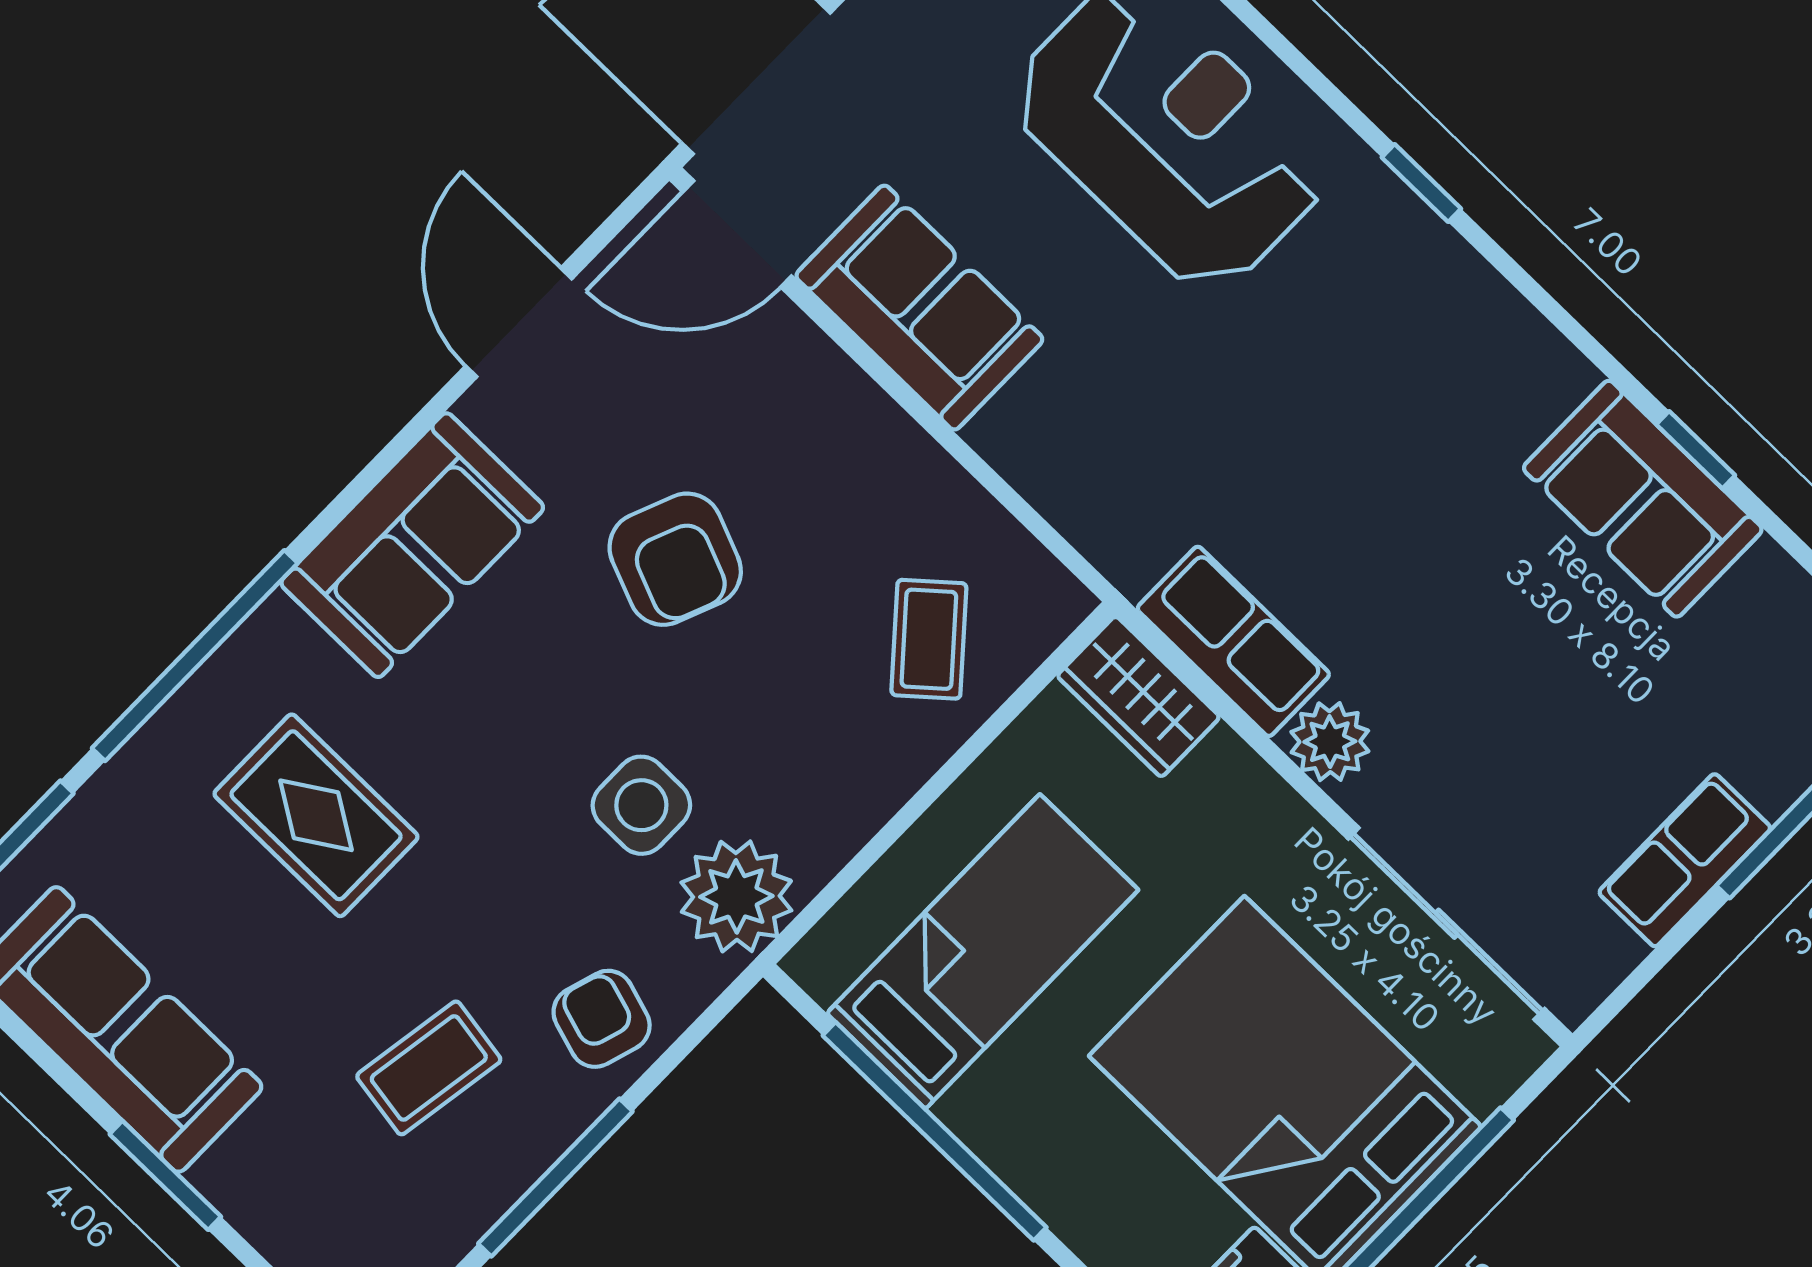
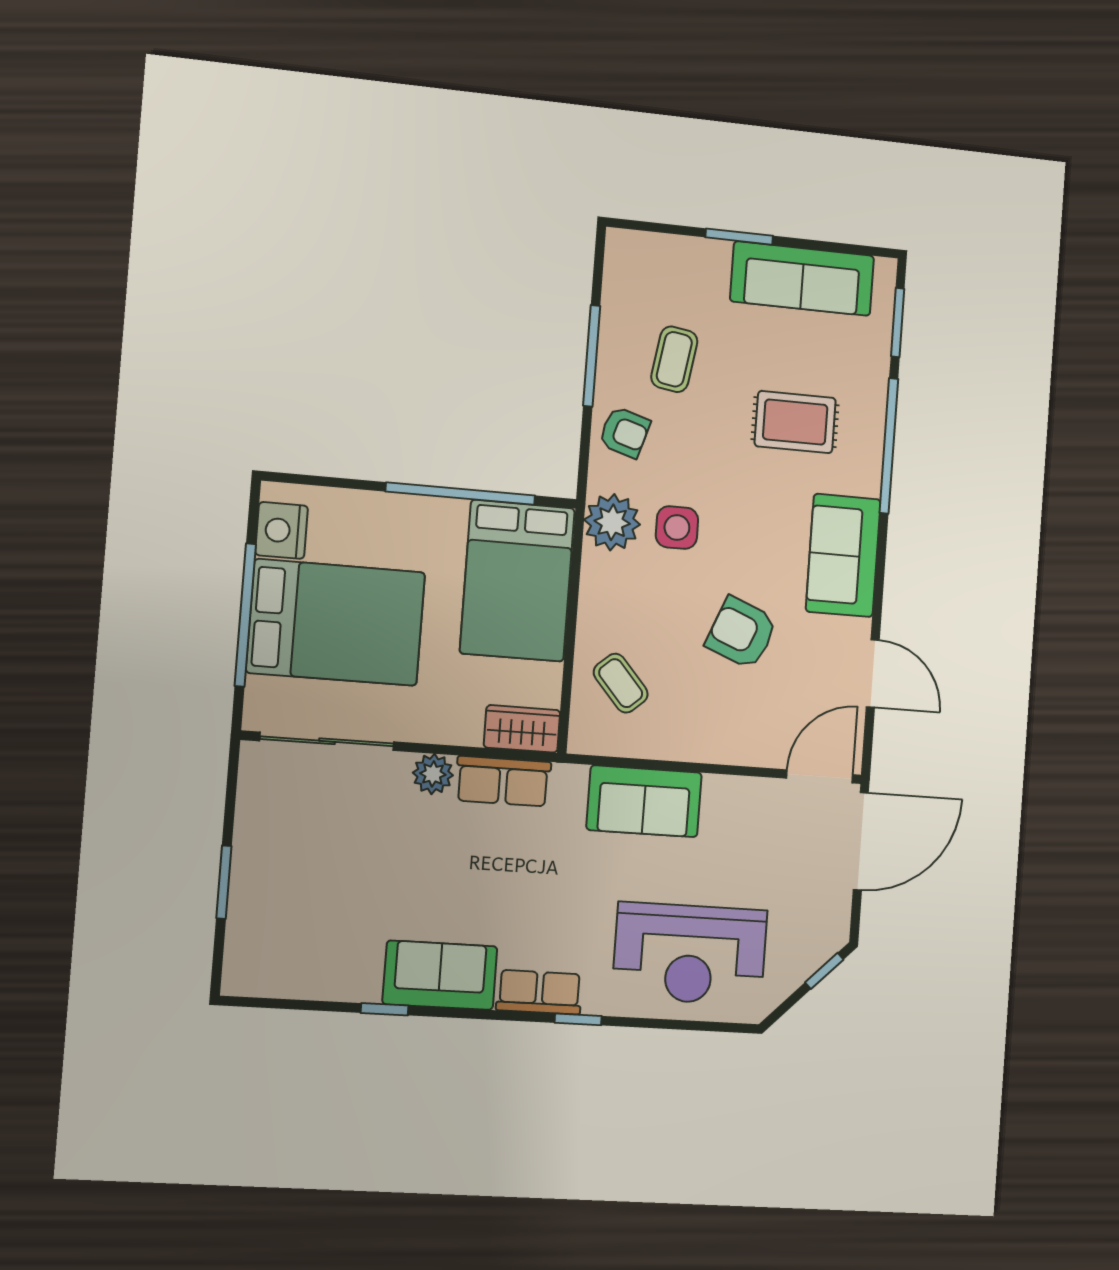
sofa: (919, 308) -> (644, 801), moved
sofa: (1643, 499) -> (440, 975), moved
row of seats: (1685, 860) -> (539, 992), moved, turned -90
bed: (983, 952) -> (517, 581), width x1.50

